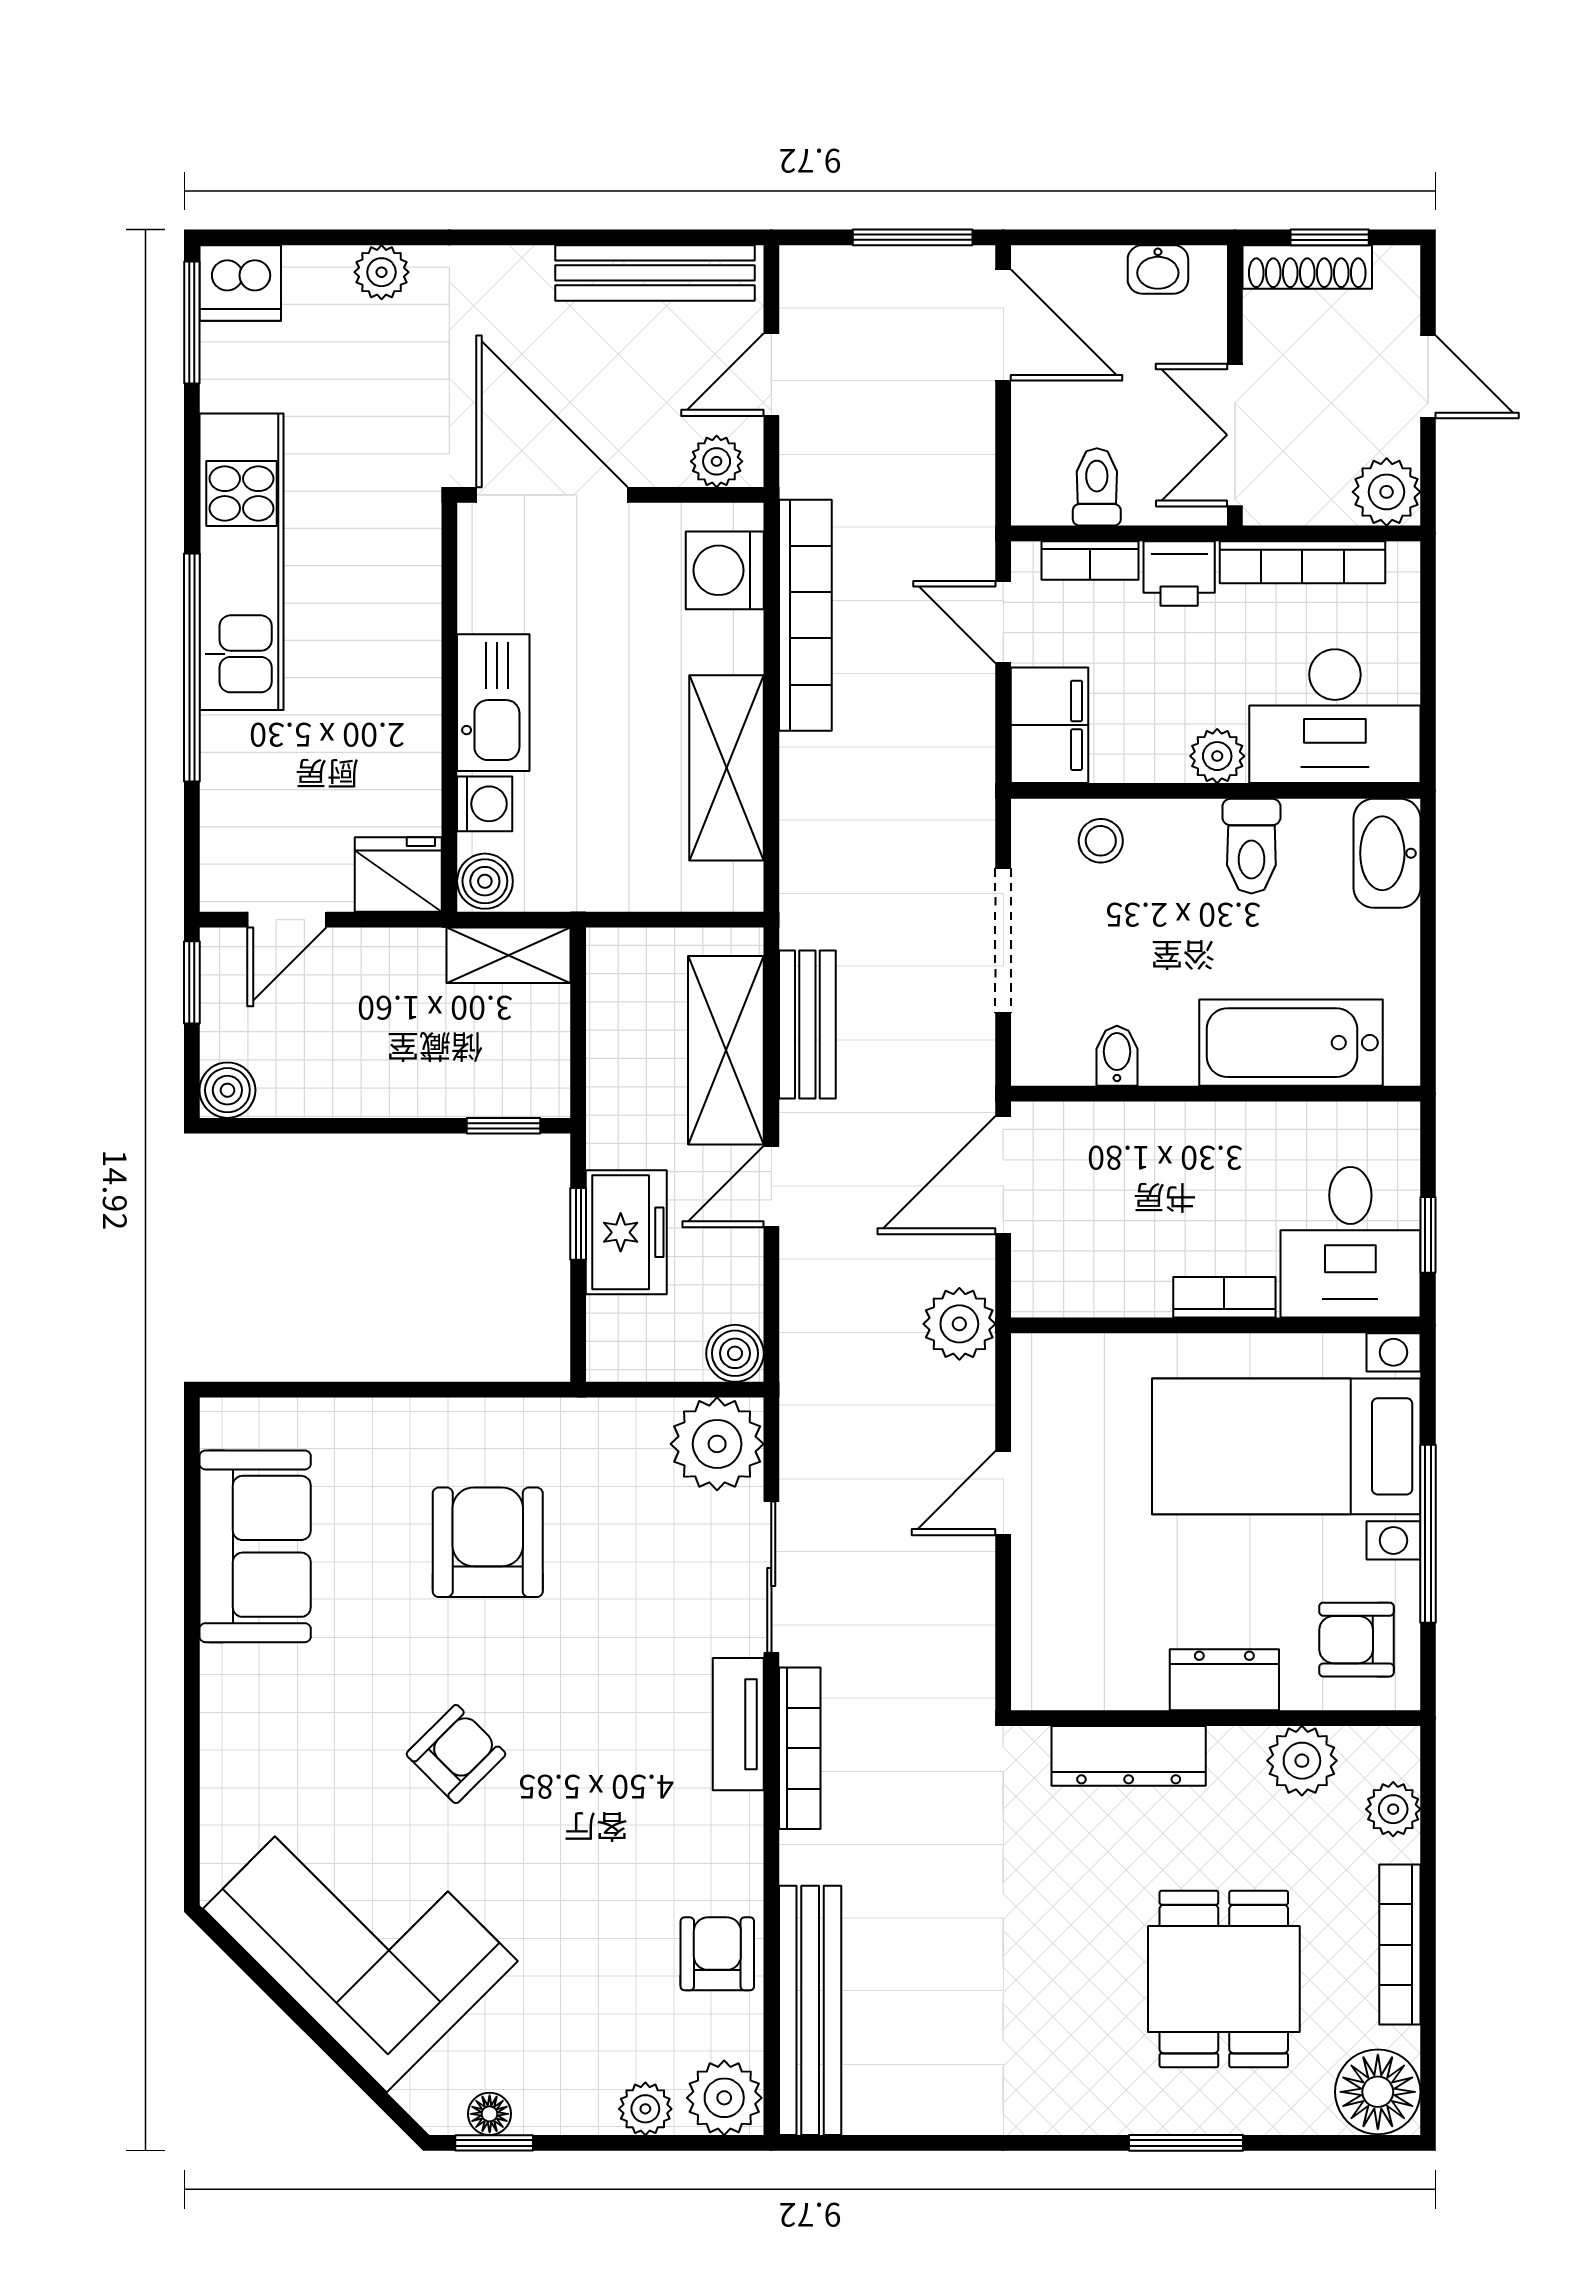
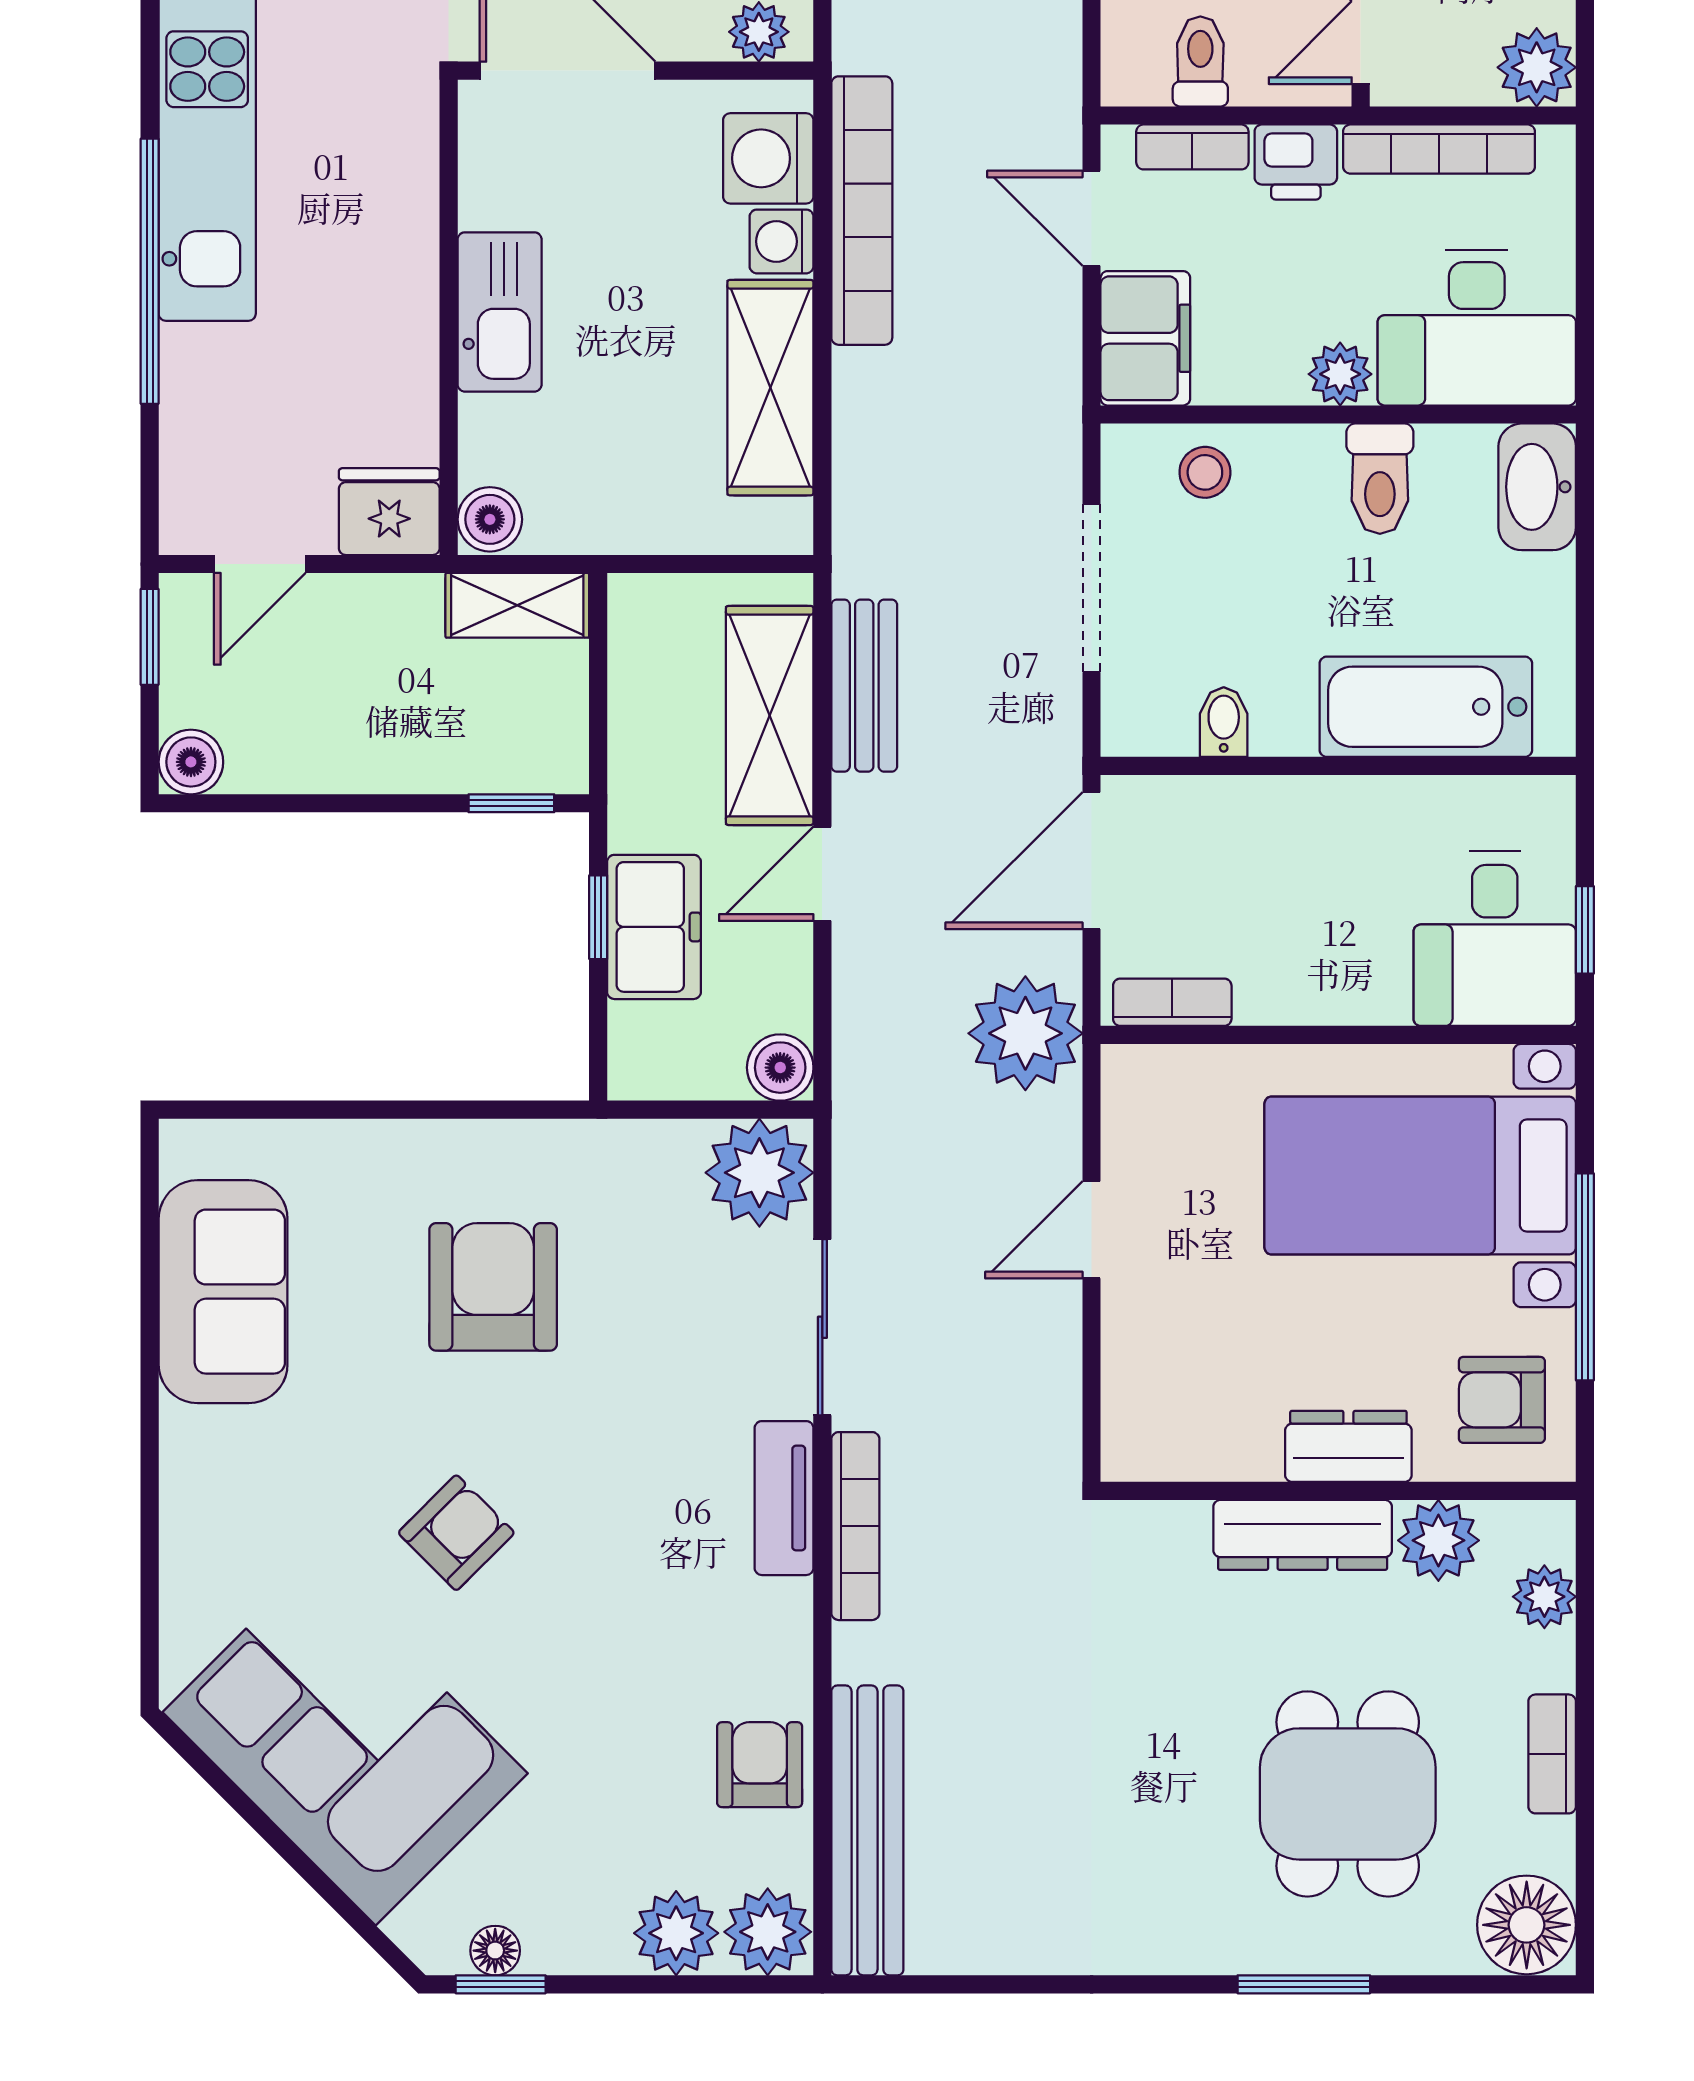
washing machine: (485, 804) -> (782, 241), moved, turned 180
bookcase: (1224, 1297) -> (1172, 1002), moved
plant: (959, 1324) -> (1025, 1033), width x1.36, depth x1.36
dresser: (1129, 1756) -> (1303, 1535), moved
bookcase: (1400, 1945) -> (1552, 1754), width x0.64
plant: (645, 2109) -> (676, 1933), width x1.38, depth x1.38

